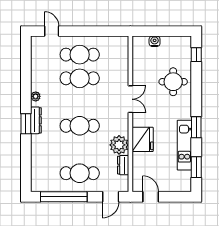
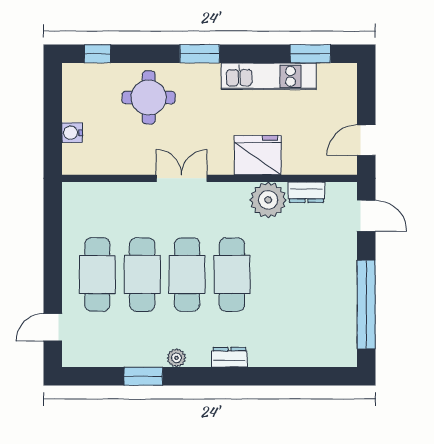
dresser: (36, 120) -> (229, 357), width x0.70
window: (26, 124) -> (143, 376), moved
window: (196, 127) -> (200, 54), moved
cafe table: (80, 173) -> (187, 274), moved

